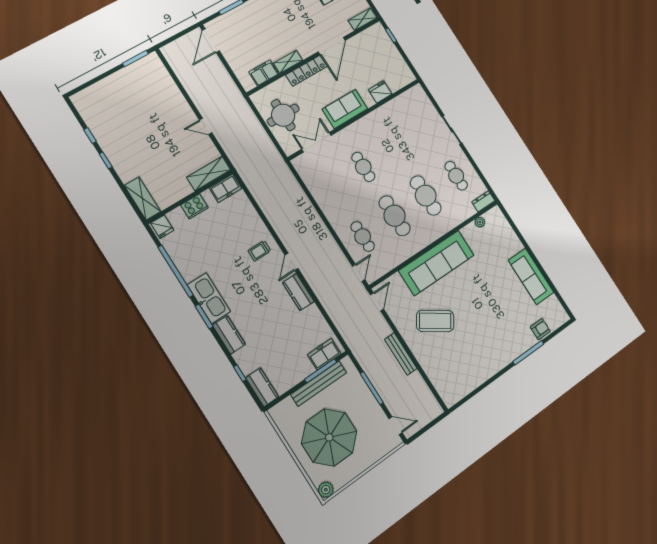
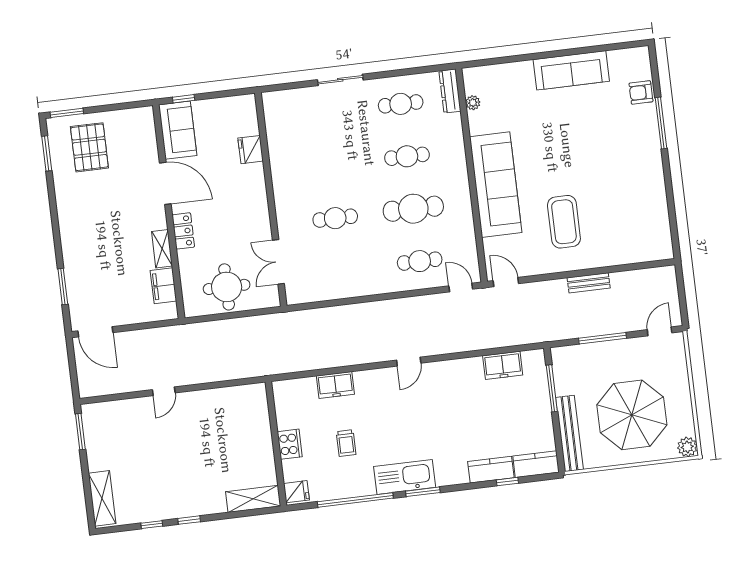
shelving: (362, 19) -> (147, 126), removed
locker: (306, 71) -> (183, 231), width x0.66
sofa: (345, 109) -> (178, 130), moved, turned 180
door: (206, 126) -> (164, 391), moved
shelving: (209, 174) -> (102, 498), moved
freezer: (225, 188) -> (335, 385), moved, turned 90
cafe table: (426, 196) -> (407, 156), width x0.73, depth x0.74
dresser: (483, 201) -> (450, 91), width x1.44
trolley: (259, 251) -> (346, 443), moved
door: (292, 262) -> (409, 362), hinge flipped
kitchen counter: (298, 292) -> (448, 371), removed
coffee table: (435, 321) -> (564, 222), turned -34
armchair: (540, 329) -> (641, 92), turned -90
kitchen counter: (229, 335) -> (491, 470), moved
freezer: (324, 354) -> (503, 365), moved, turned -90
bench: (401, 354) -> (589, 283), width x0.73
bench: (319, 384) -> (569, 433), moved

